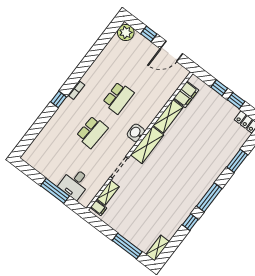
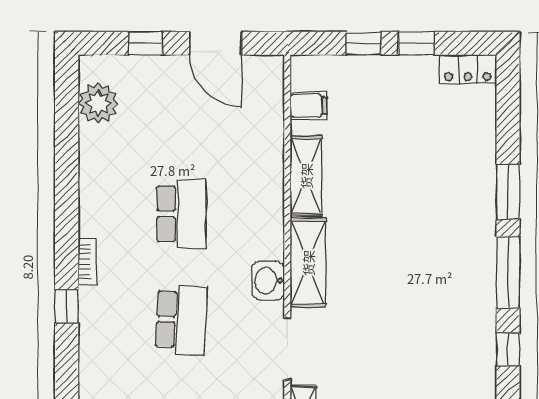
plant: (126, 33) -> (98, 103), moved
door: (171, 51) -> (215, 43), hinge flipped
filing cabinet: (186, 94) -> (309, 106), width x0.50
washbasin: (136, 133) -> (268, 281), moved
window: (237, 161) -> (508, 192), moved

